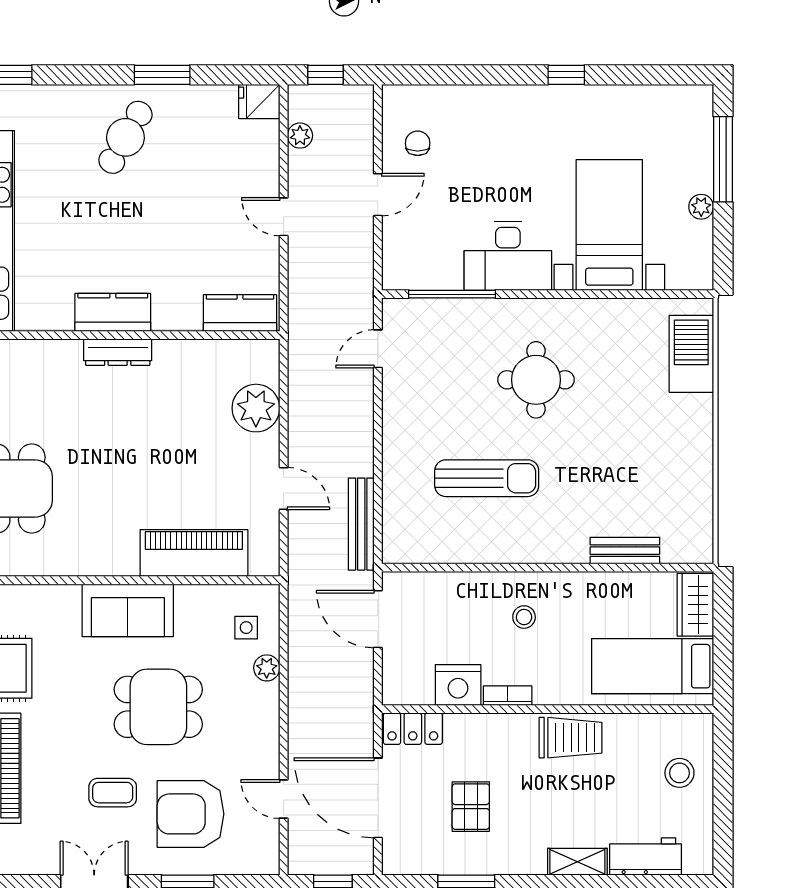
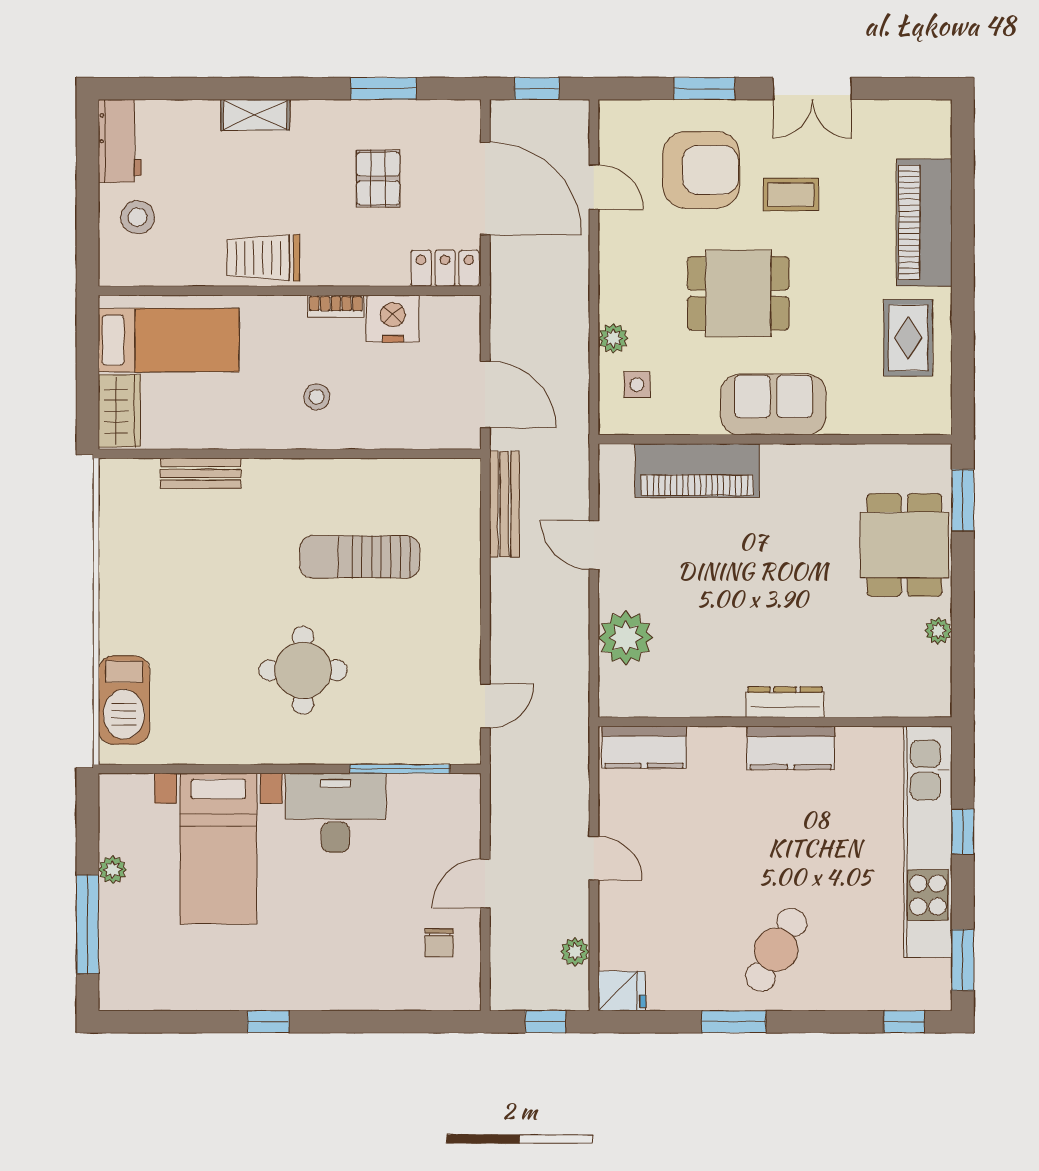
workbench: (646, 857) -> (120, 141), moved, turned -90

